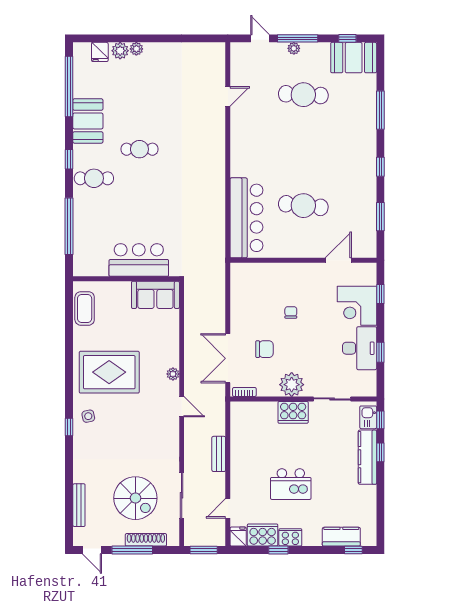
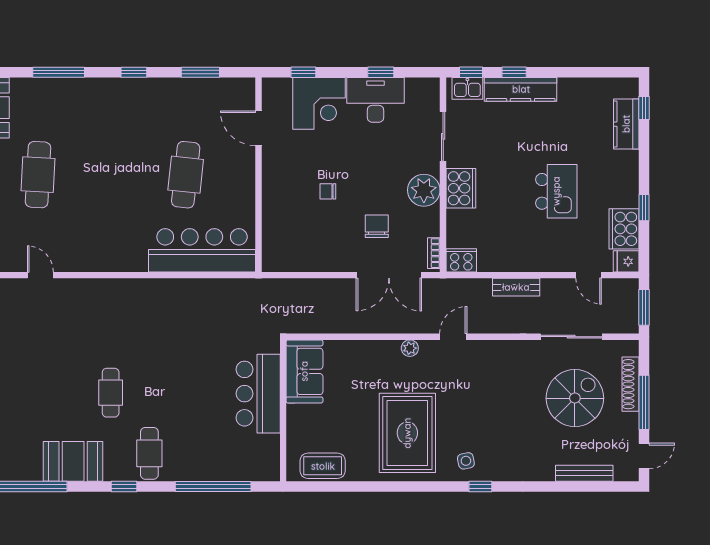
cooker: (290, 537) -> (461, 260), moved, turned 90

